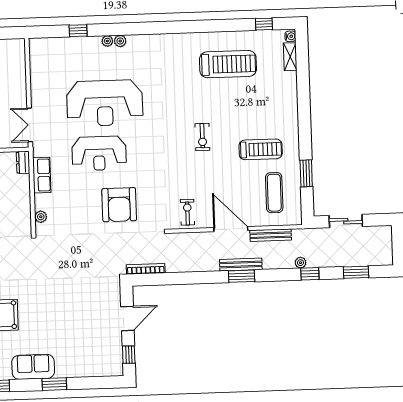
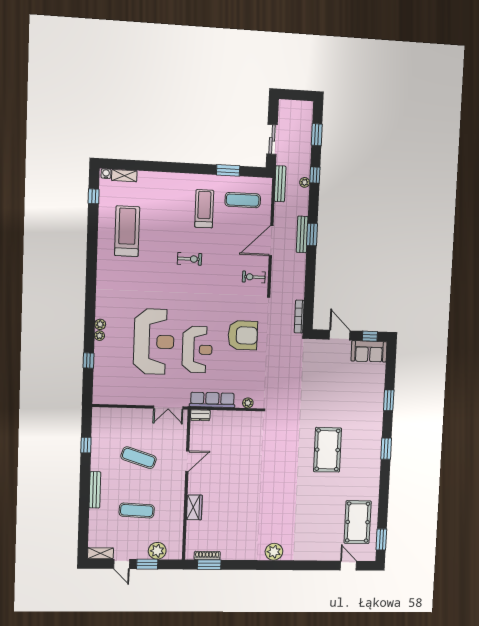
row of seats: (42, 175) -> (212, 400), width x1.48
bench: (271, 235) -> (280, 184), moved
sofa: (33, 367) -> (369, 351), moved, turned -90

